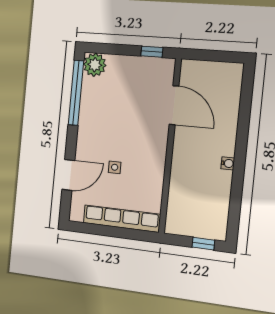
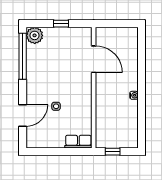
window: (152, 52) -> (61, 24), moved
row of seats: (122, 219) -> (78, 142), width x0.50
window: (203, 244) -> (113, 152), moved

